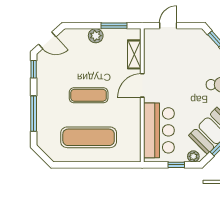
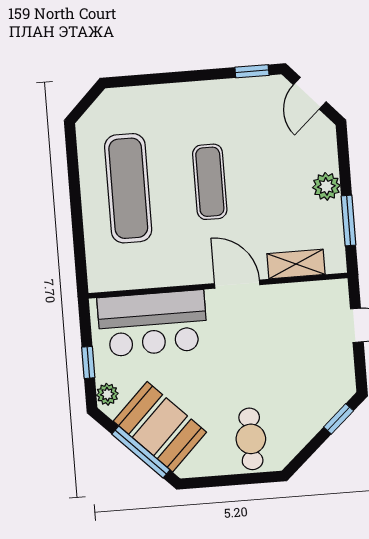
window: (34, 114) -> (166, 78), removed

